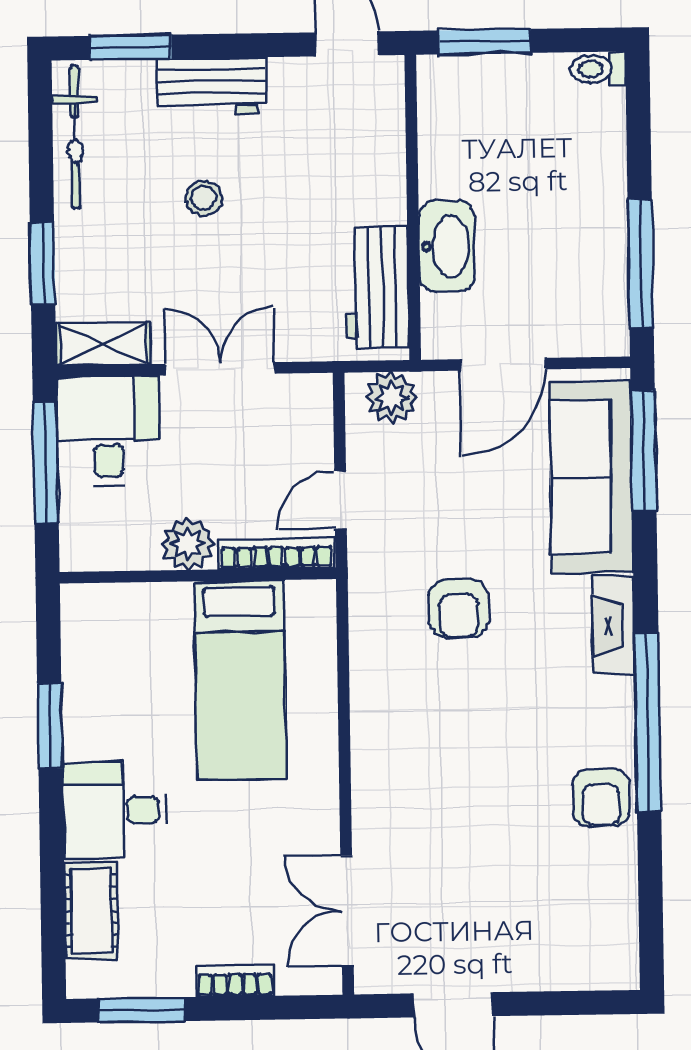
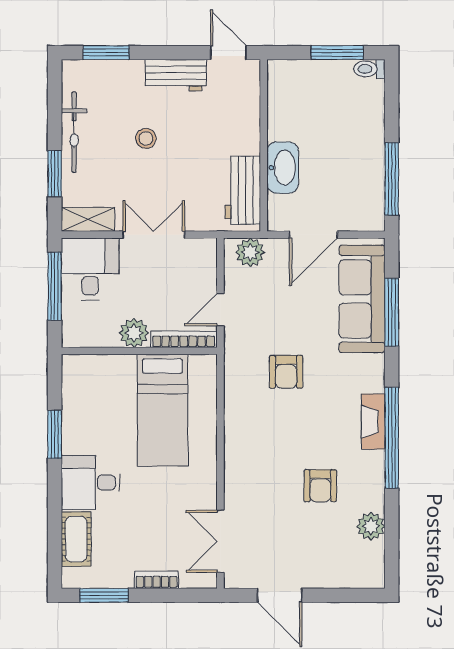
window: (484, 42) -> (337, 53), moved
workbench: (212, 86) -> (176, 75), moved
bicycle: (75, 137) -> (74, 132), moved
window: (644, 450) -> (392, 312), moved
fireplace: (613, 625) -> (373, 422), moved
armchair: (601, 798) -> (320, 486), moved
plant: (613, 880) -> (371, 526), added

